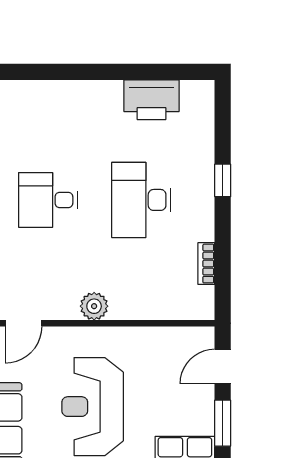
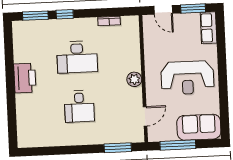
printer: (151, 100) -> (25, 78), moved
window: (223, 125) -> (35, 16), added
door: (23, 323) -> (145, 116), hinge flipped

